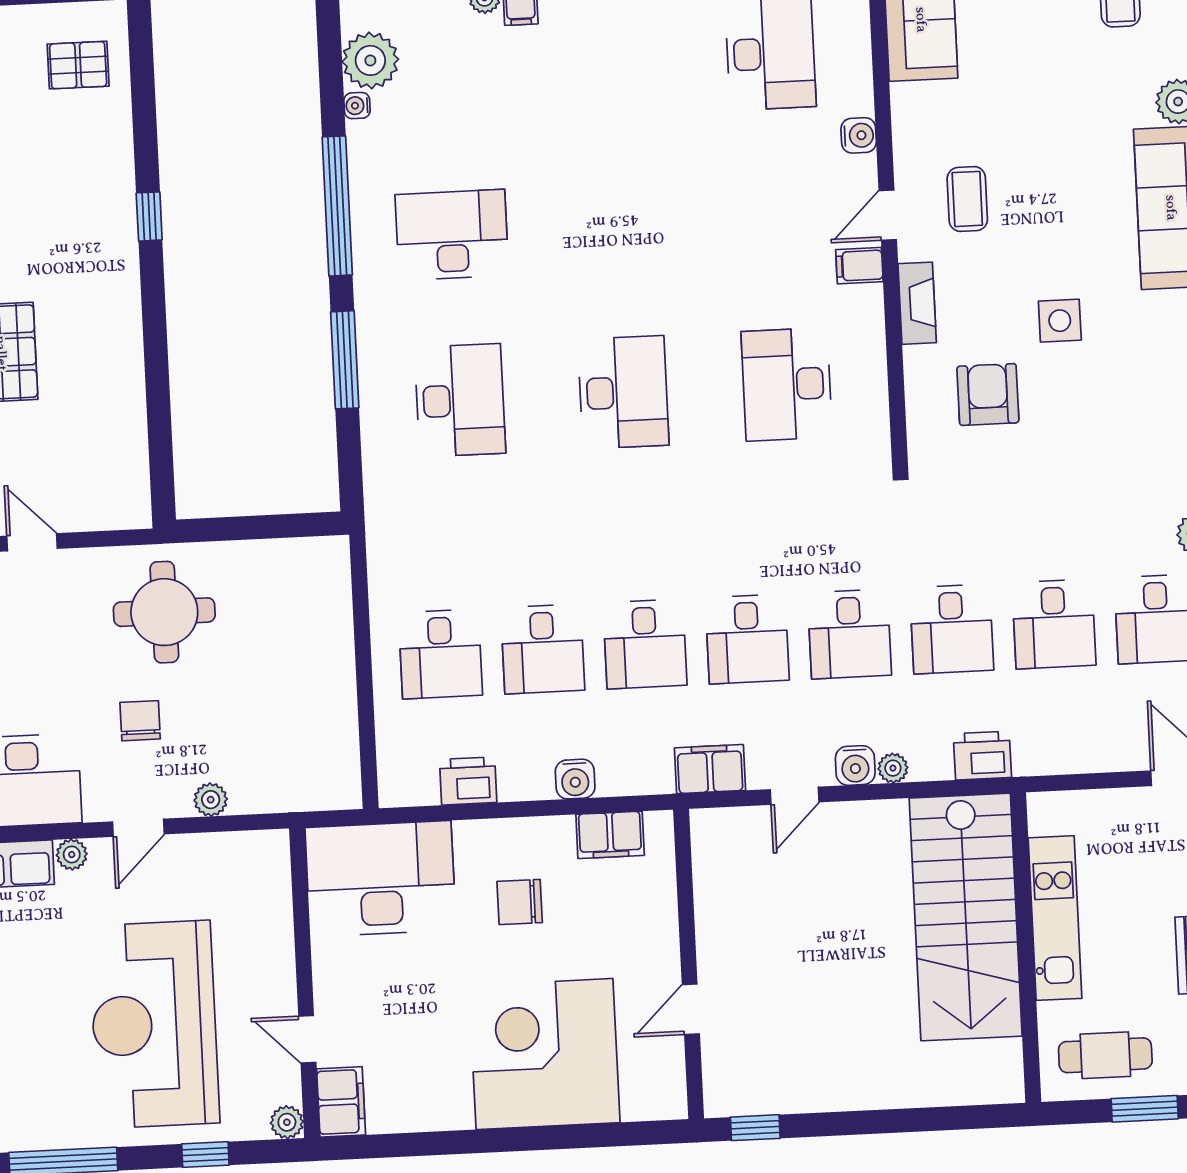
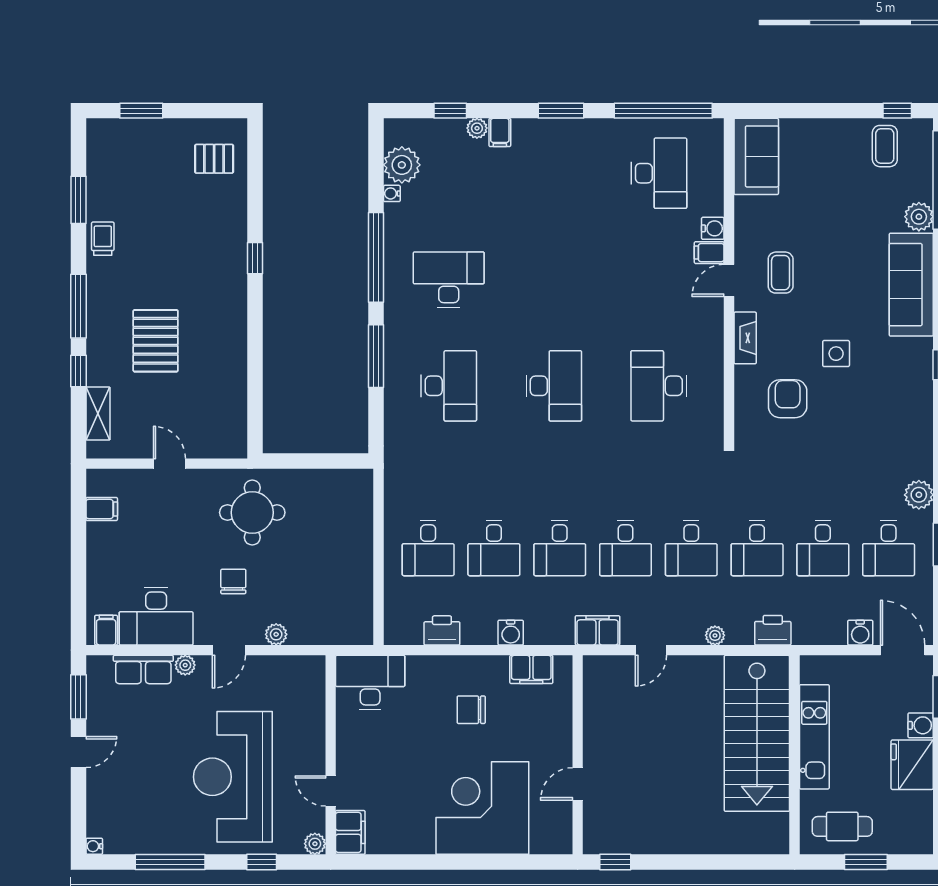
filing cabinet: (859, 266) -> (709, 253), moved
water cooler: (855, 765) -> (860, 633), moved
desk: (381, 879) -> (370, 682), width x0.73, depth x0.77

